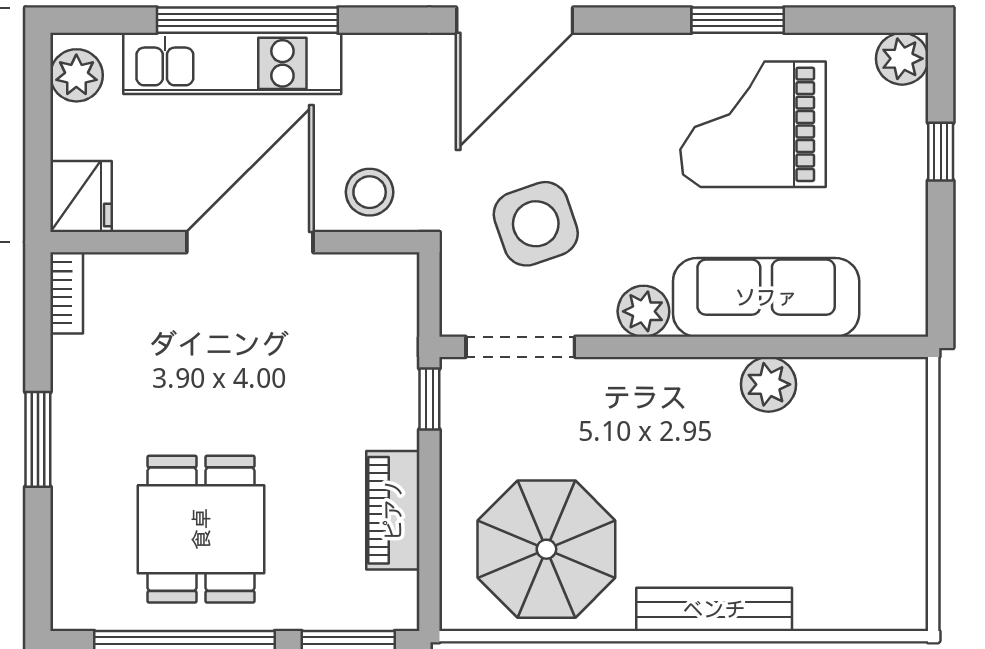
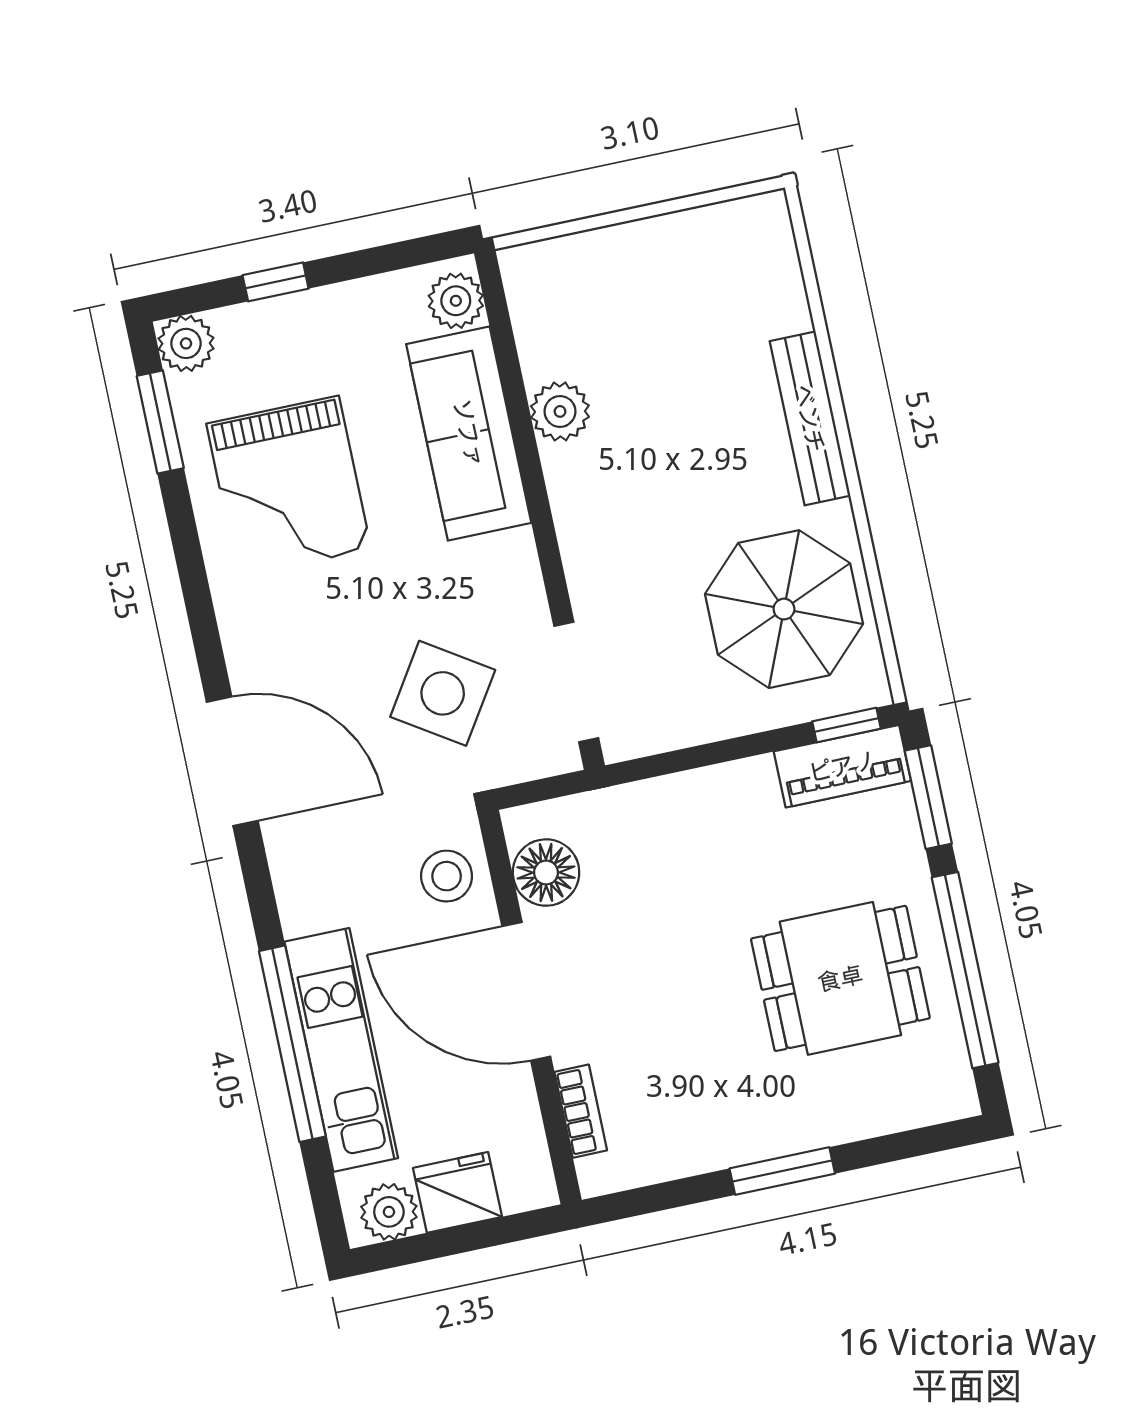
window: (738, 20) -> (160, 422), moved
fridge: (81, 197) -> (457, 1192), moved
side table: (536, 224) -> (443, 693), turned -38
floor lamp: (354, 283) -> (546, 873), added
bookcase: (67, 293) -> (581, 1111), moved, turned 90
plant: (643, 311) -> (456, 301), moved
window: (429, 399) -> (846, 725), moved
piano: (393, 510) -> (842, 766), moved

